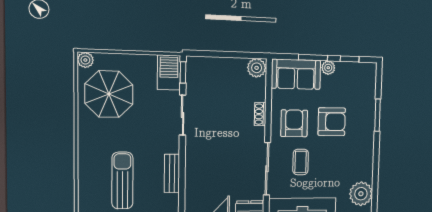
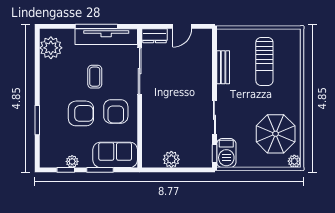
plant: (257, 68) -> (171, 159), moved
plant: (328, 68) -> (72, 161), moved
shoe rack: (260, 114) -> (147, 119), removed
armchair: (332, 122) -> (81, 113), turned 180
coffee table: (301, 162) -> (95, 77), moved

